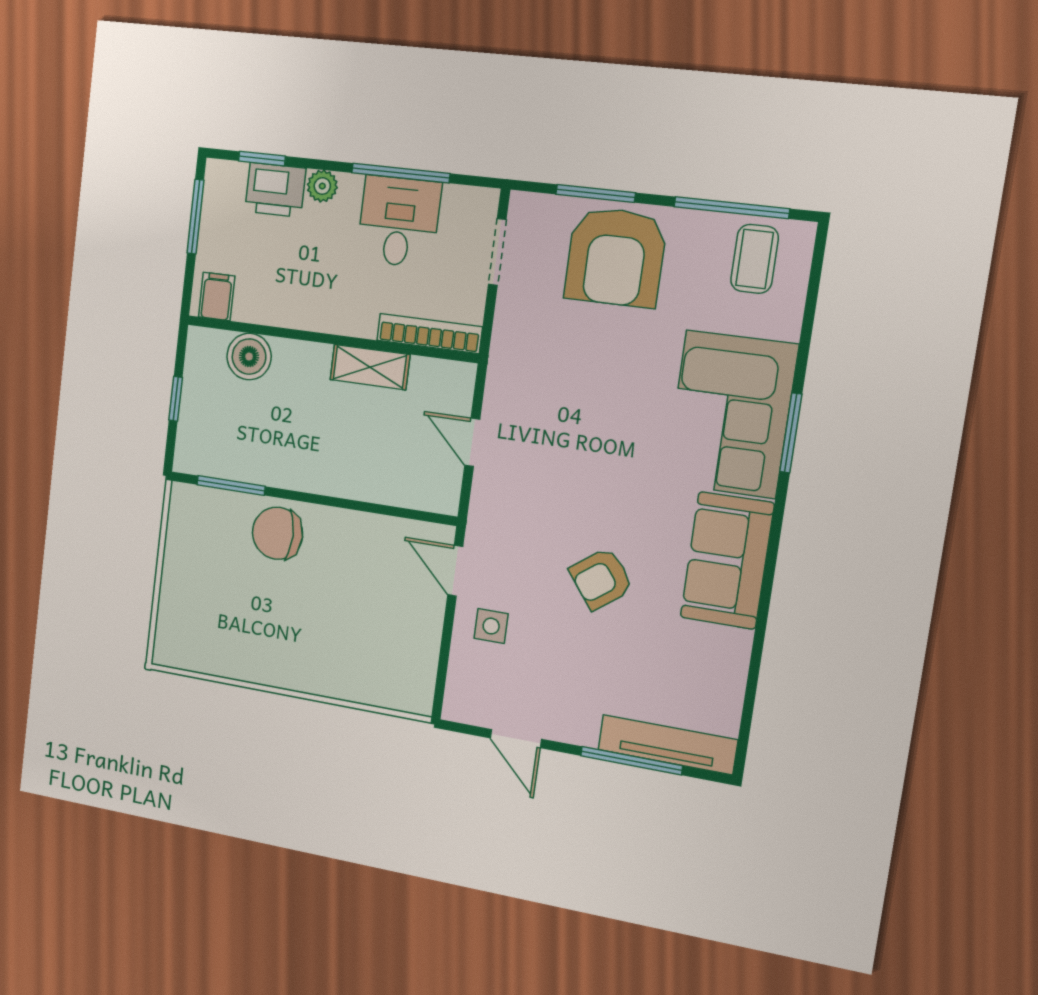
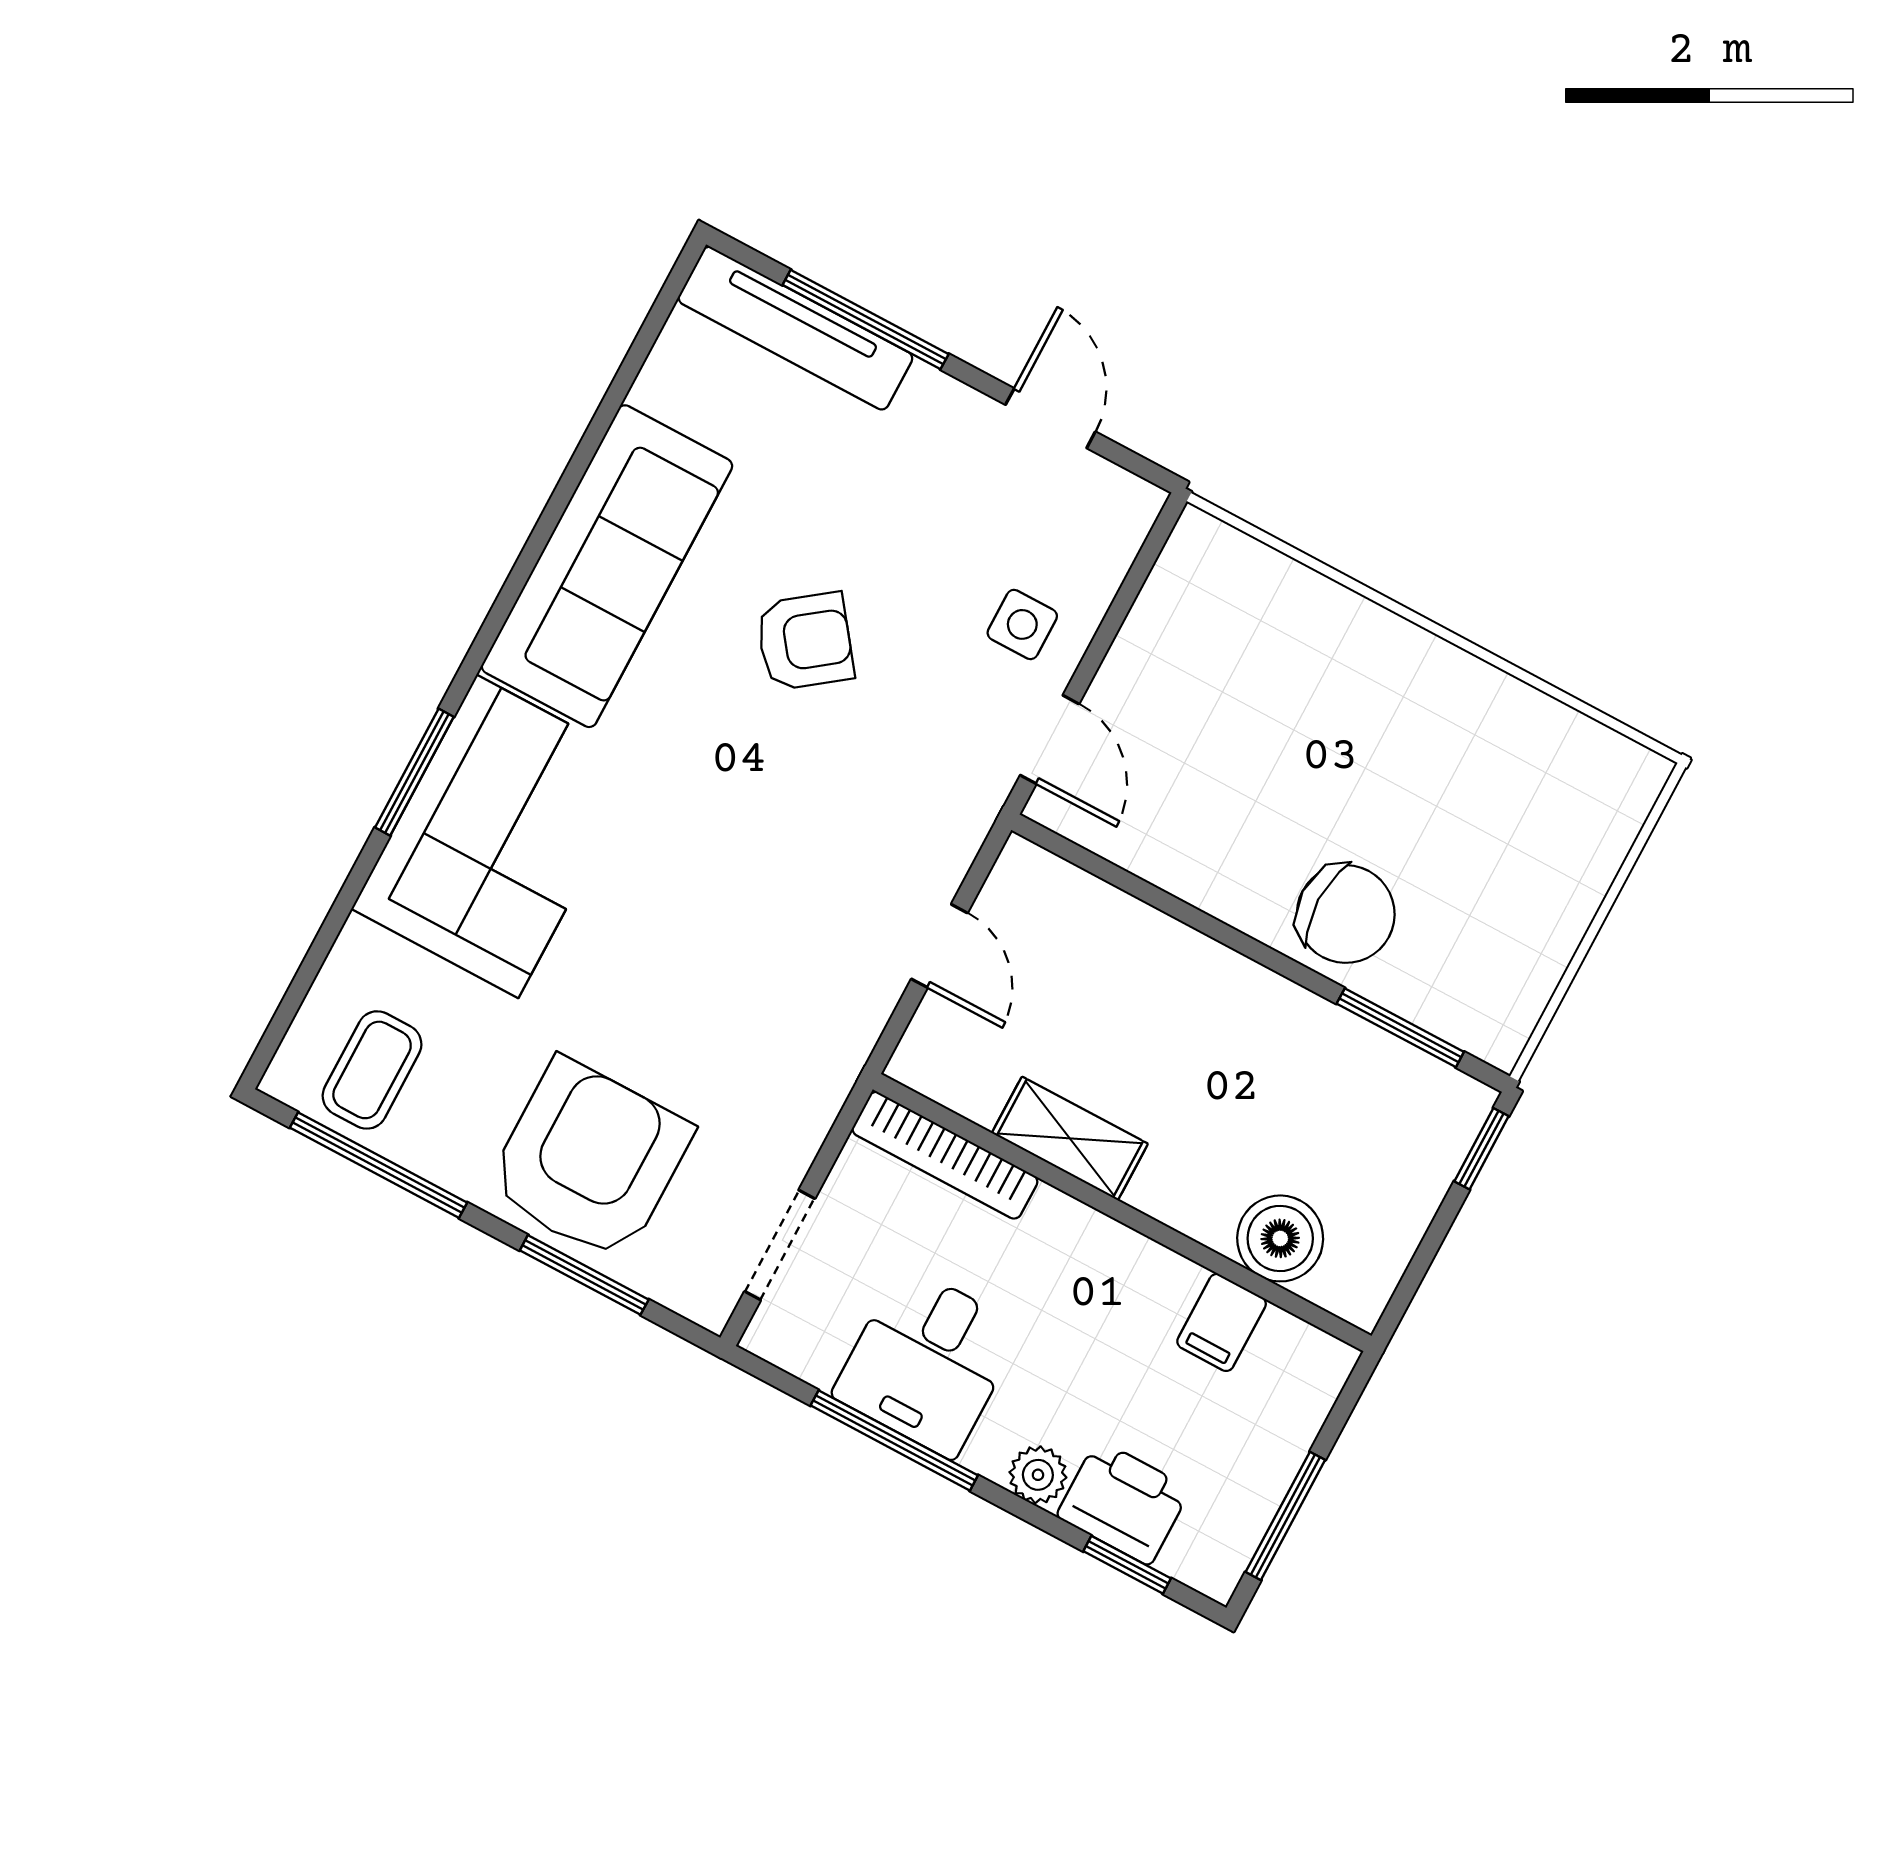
filing cabinet: (217, 296) -> (1222, 1322), moved
window: (176, 399) -> (1482, 1149), moved
sofa: (727, 560) -> (607, 566), width x1.36

